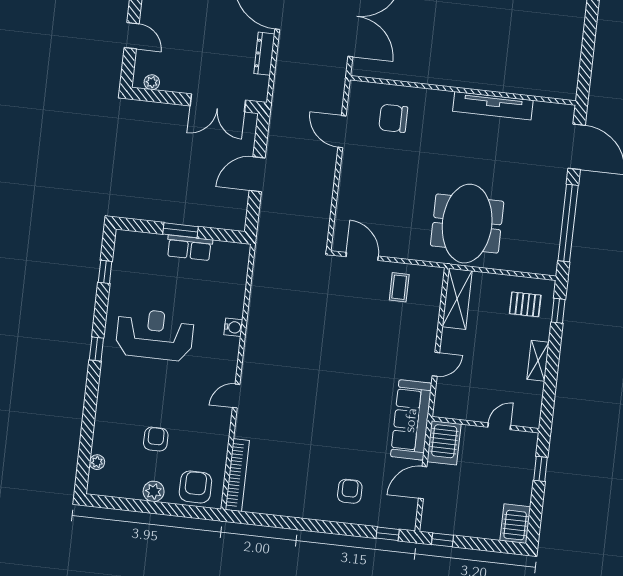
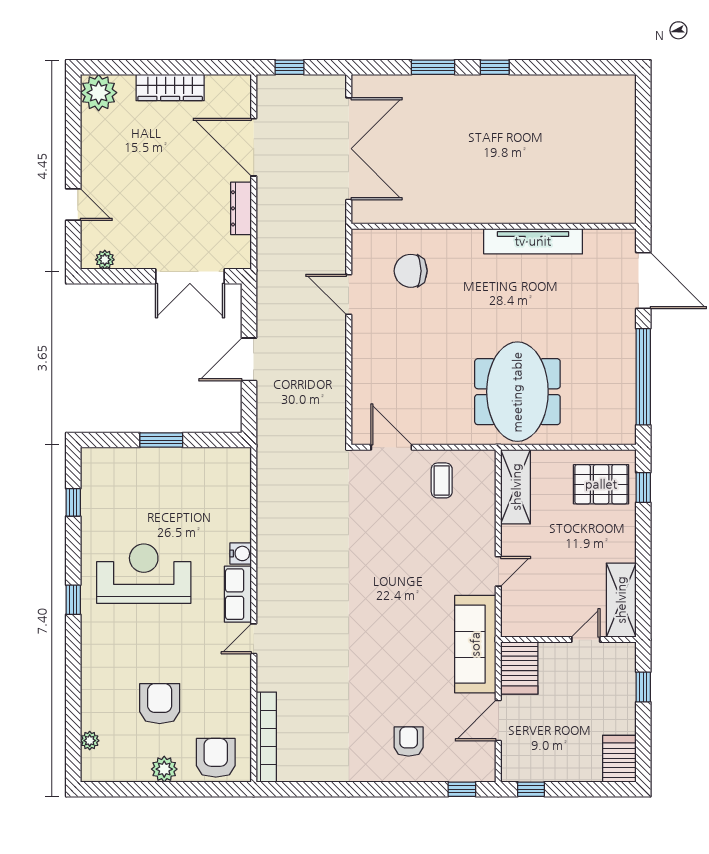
row of seats: (189, 248) -> (238, 594), moved, turned 90
pallet: (525, 304) -> (601, 484), width x1.50, depth x1.42
shelving: (538, 361) -> (621, 600), moved, width x1.50, depth x1.33
armchair: (156, 439) -> (160, 704), width x1.38, depth x1.38

